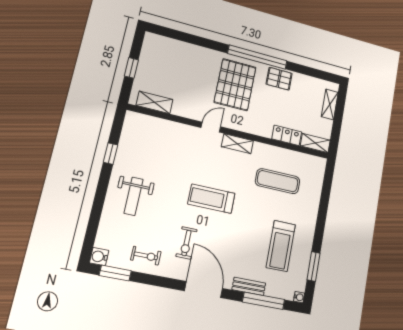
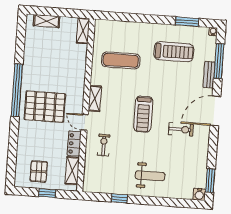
pallet: (279, 79) -> (39, 171), moved
locker: (287, 135) -> (74, 144), moved
exercise mat: (278, 181) -> (121, 60), turned 90
exercise bike: (146, 256) -> (104, 145), moved

